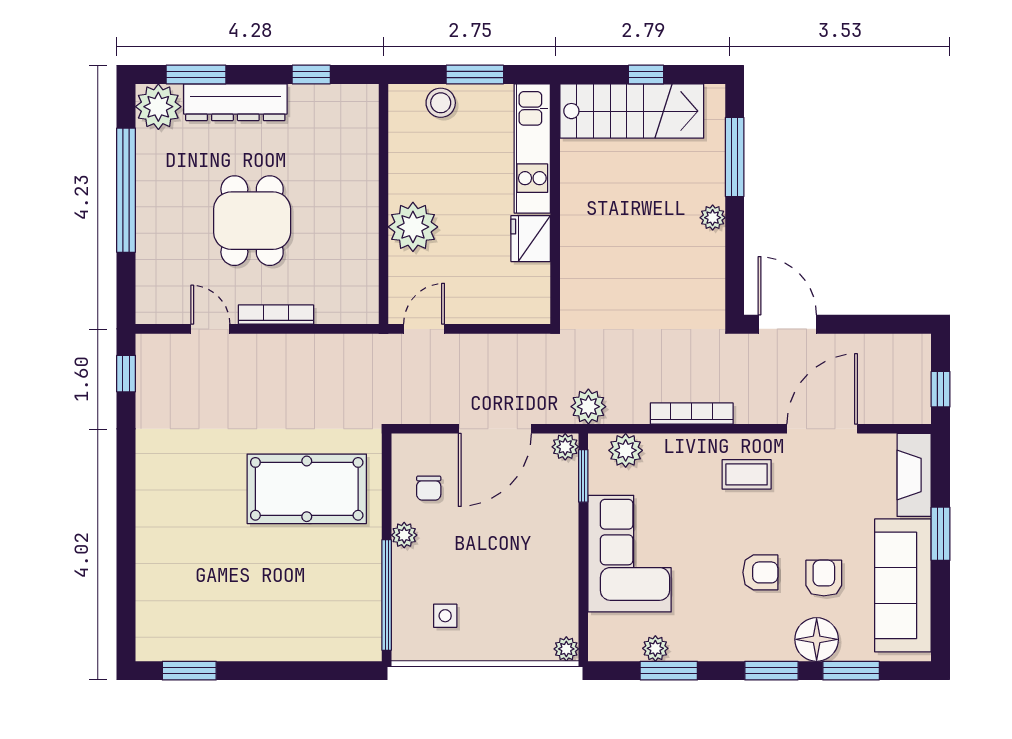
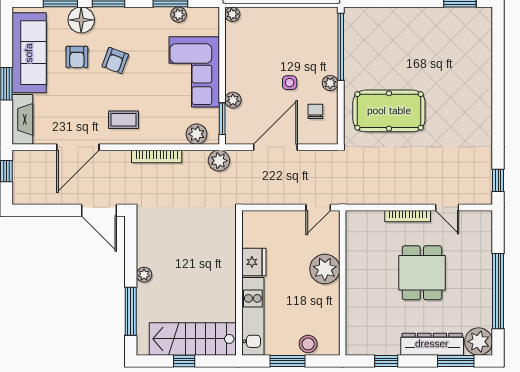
plant: (565, 447) -> (233, 100), moved
armchair: (760, 572) -> (115, 60), turned -70
side table: (445, 616) -> (290, 83), moved

